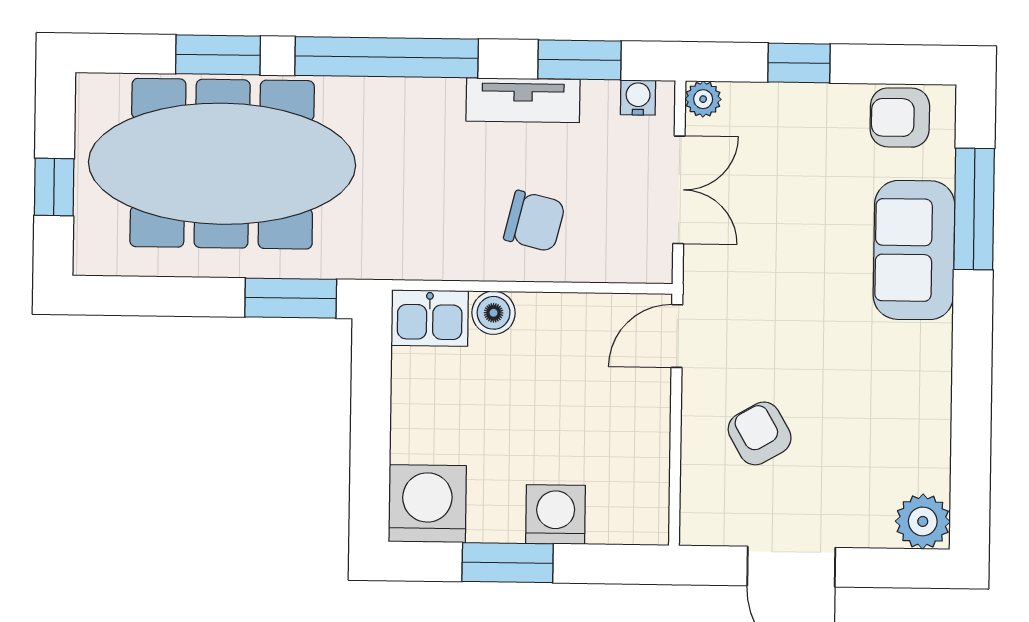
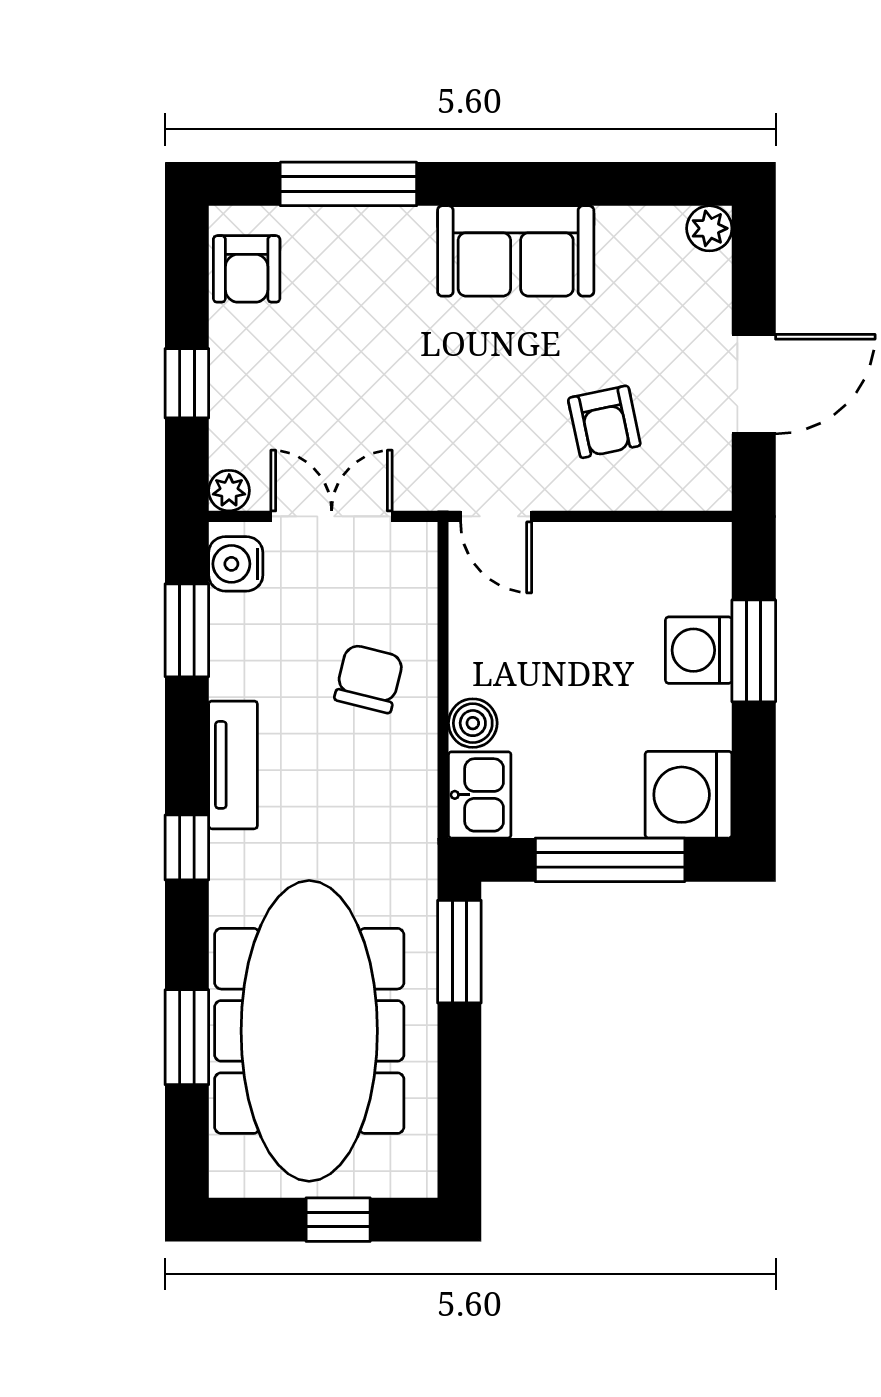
window: (387, 57) -> (187, 847), width x0.32
water cooler: (638, 98) -> (236, 564), width x1.38, depth x1.38
tv unit: (523, 100) -> (233, 765), moved
sofa: (914, 250) -> (516, 251), moved
window: (370, 433) -> (610, 860), added
armchair: (760, 433) -> (604, 422), turned -72
plant: (923, 521) -> (709, 228), width x0.73, depth x0.73
window: (508, 563) -> (754, 651), moved

